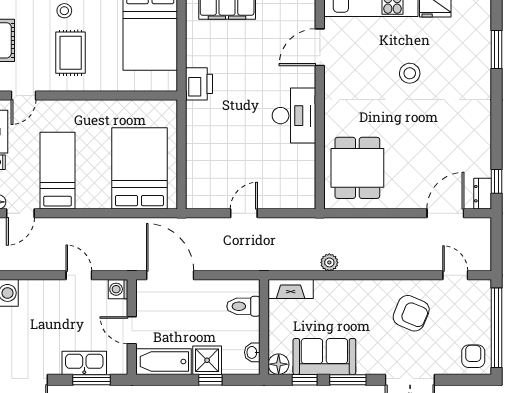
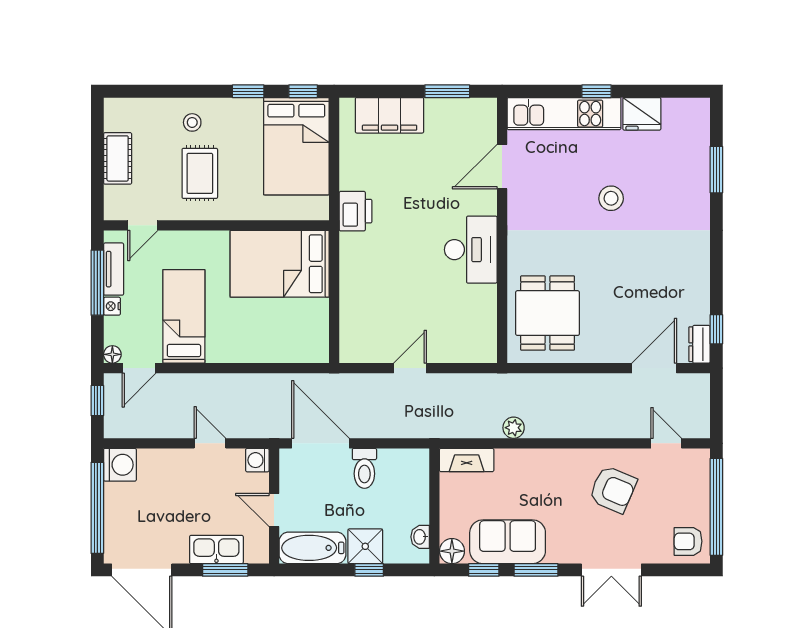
bed: (139, 168) -> (280, 264), moved, turned -90
toilet: (243, 306) -> (364, 468), moved, turned -90
armchair: (473, 356) -> (688, 541), turned -90

